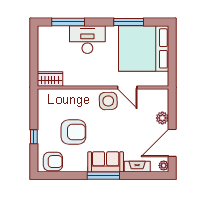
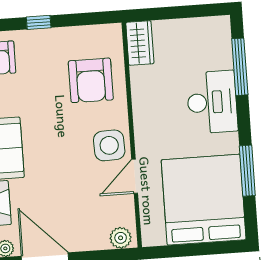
plant: (162, 118) -> (121, 238), moved
armchair: (73, 132) -> (91, 80), moved

